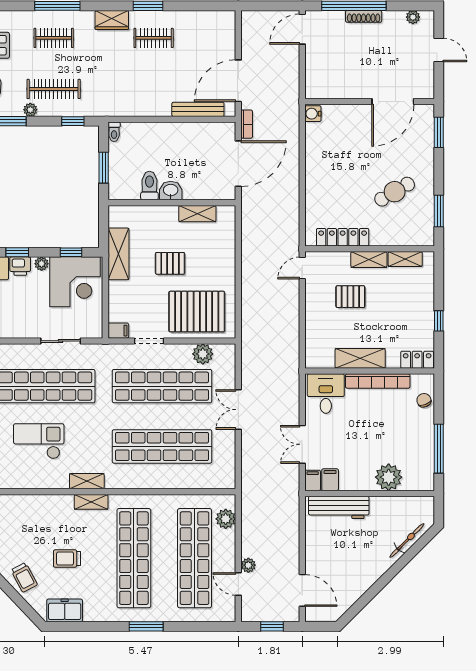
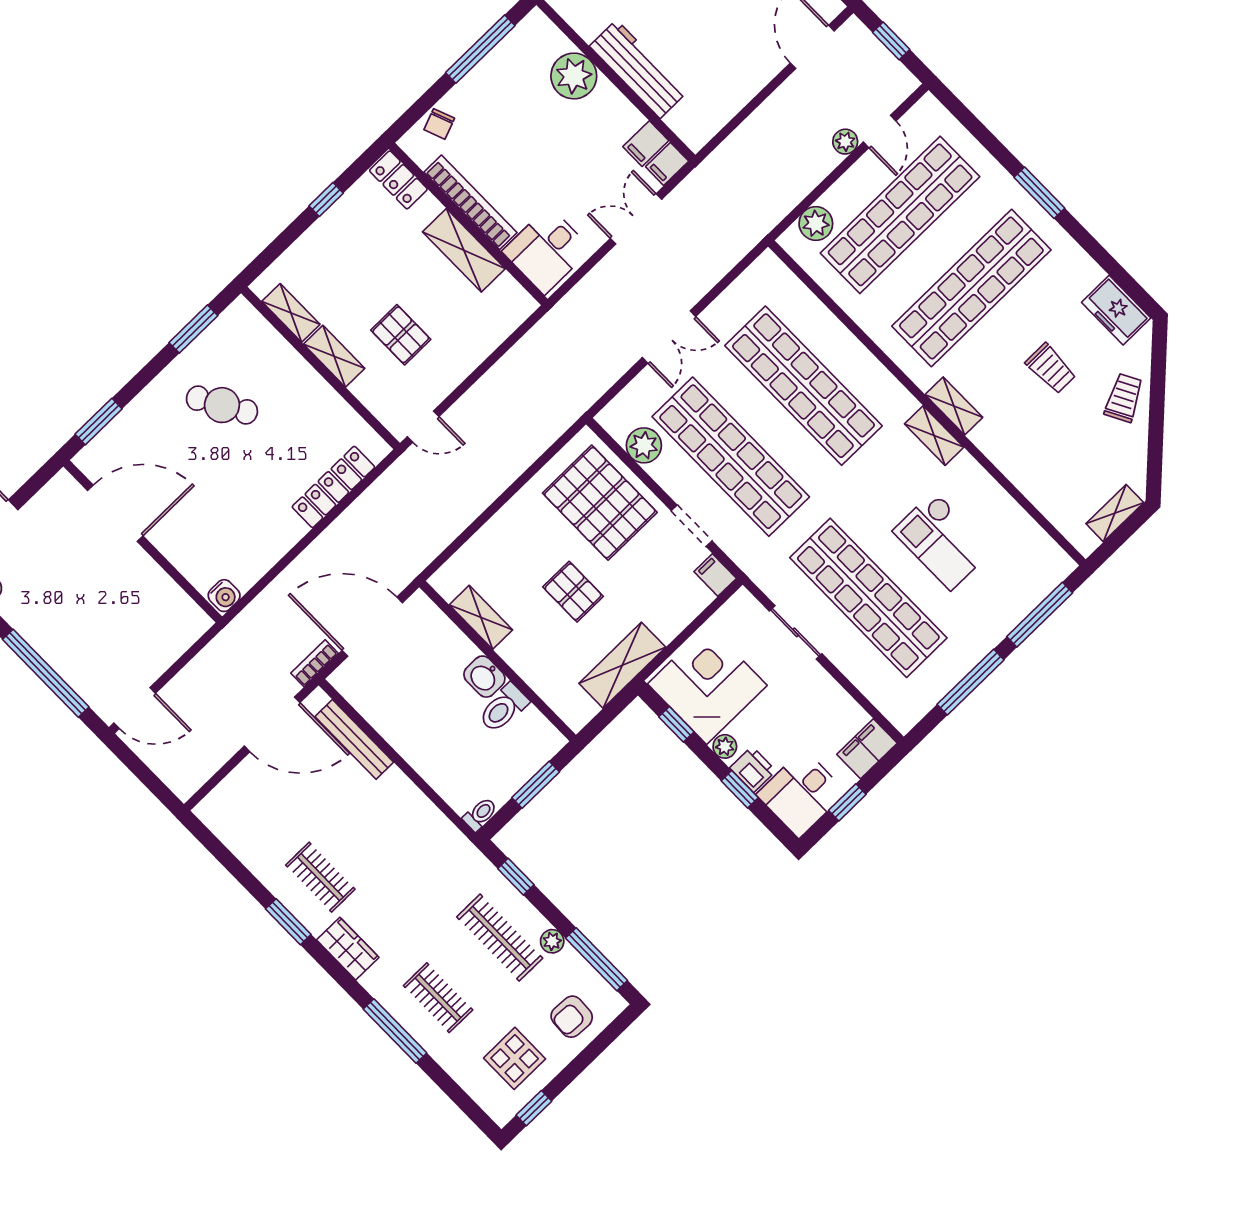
shoe rack: (364, 16) -> (47, 649), removed
locker: (343, 237) -> (333, 487), moved, turned 90
double door: (302, 444) -> (636, 219), swing flipped
workbench: (339, 507) -> (638, 69), moved

